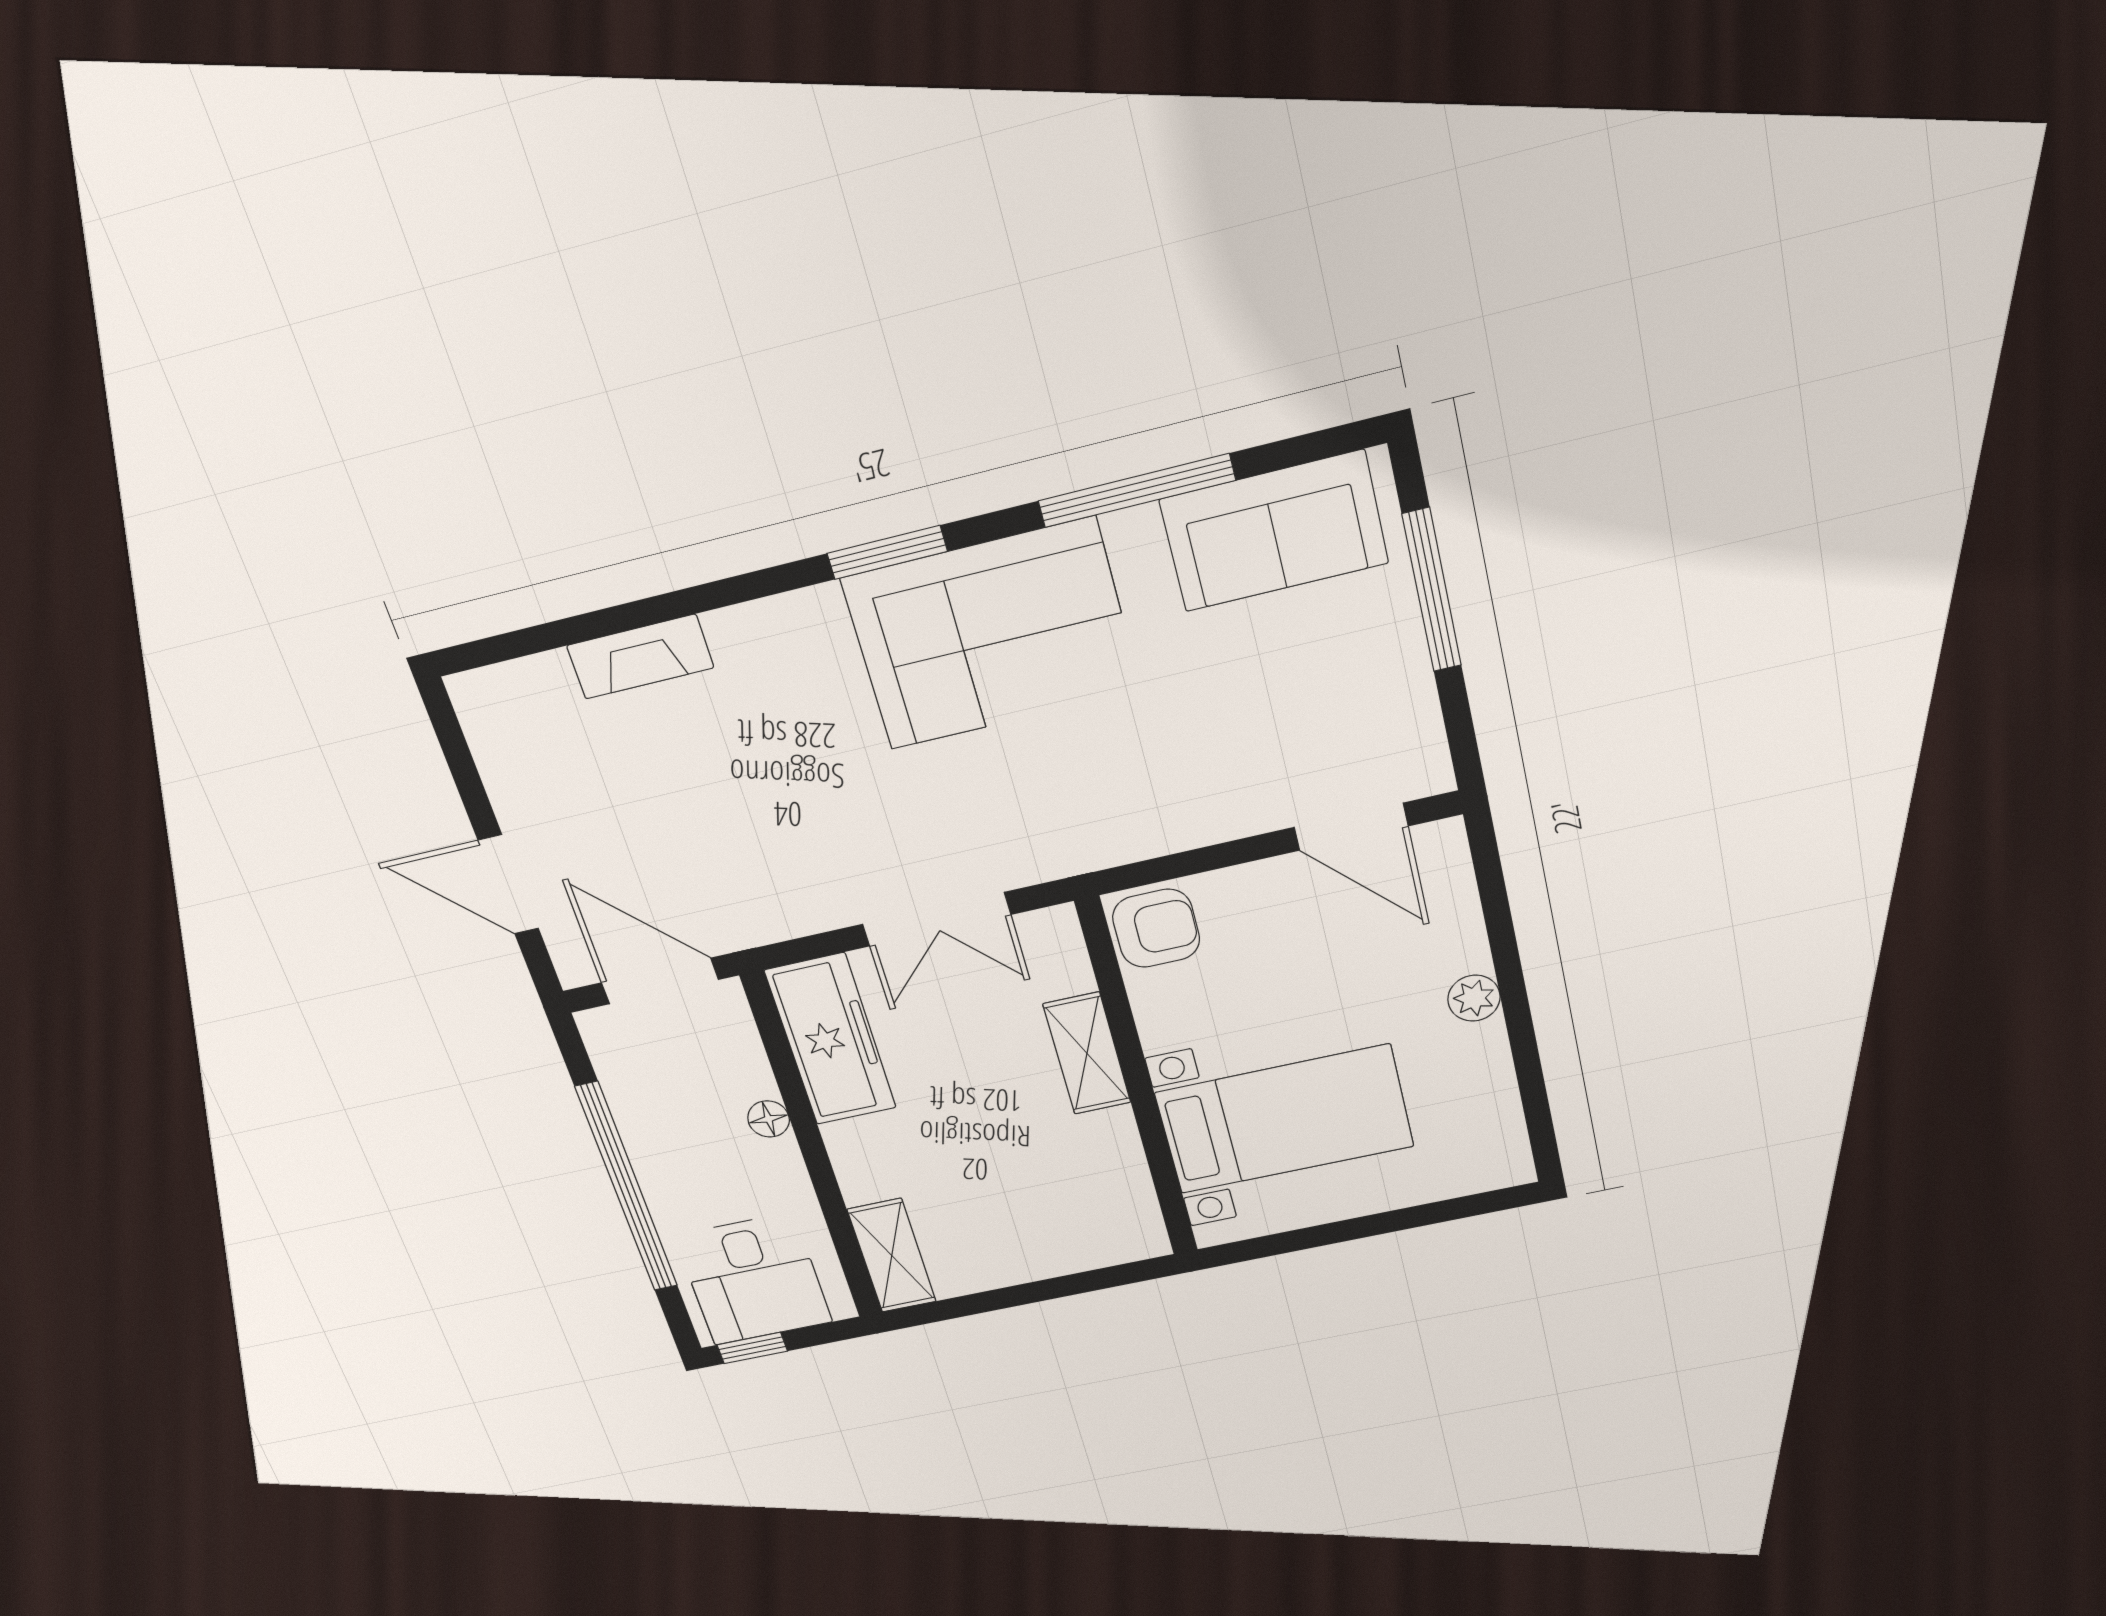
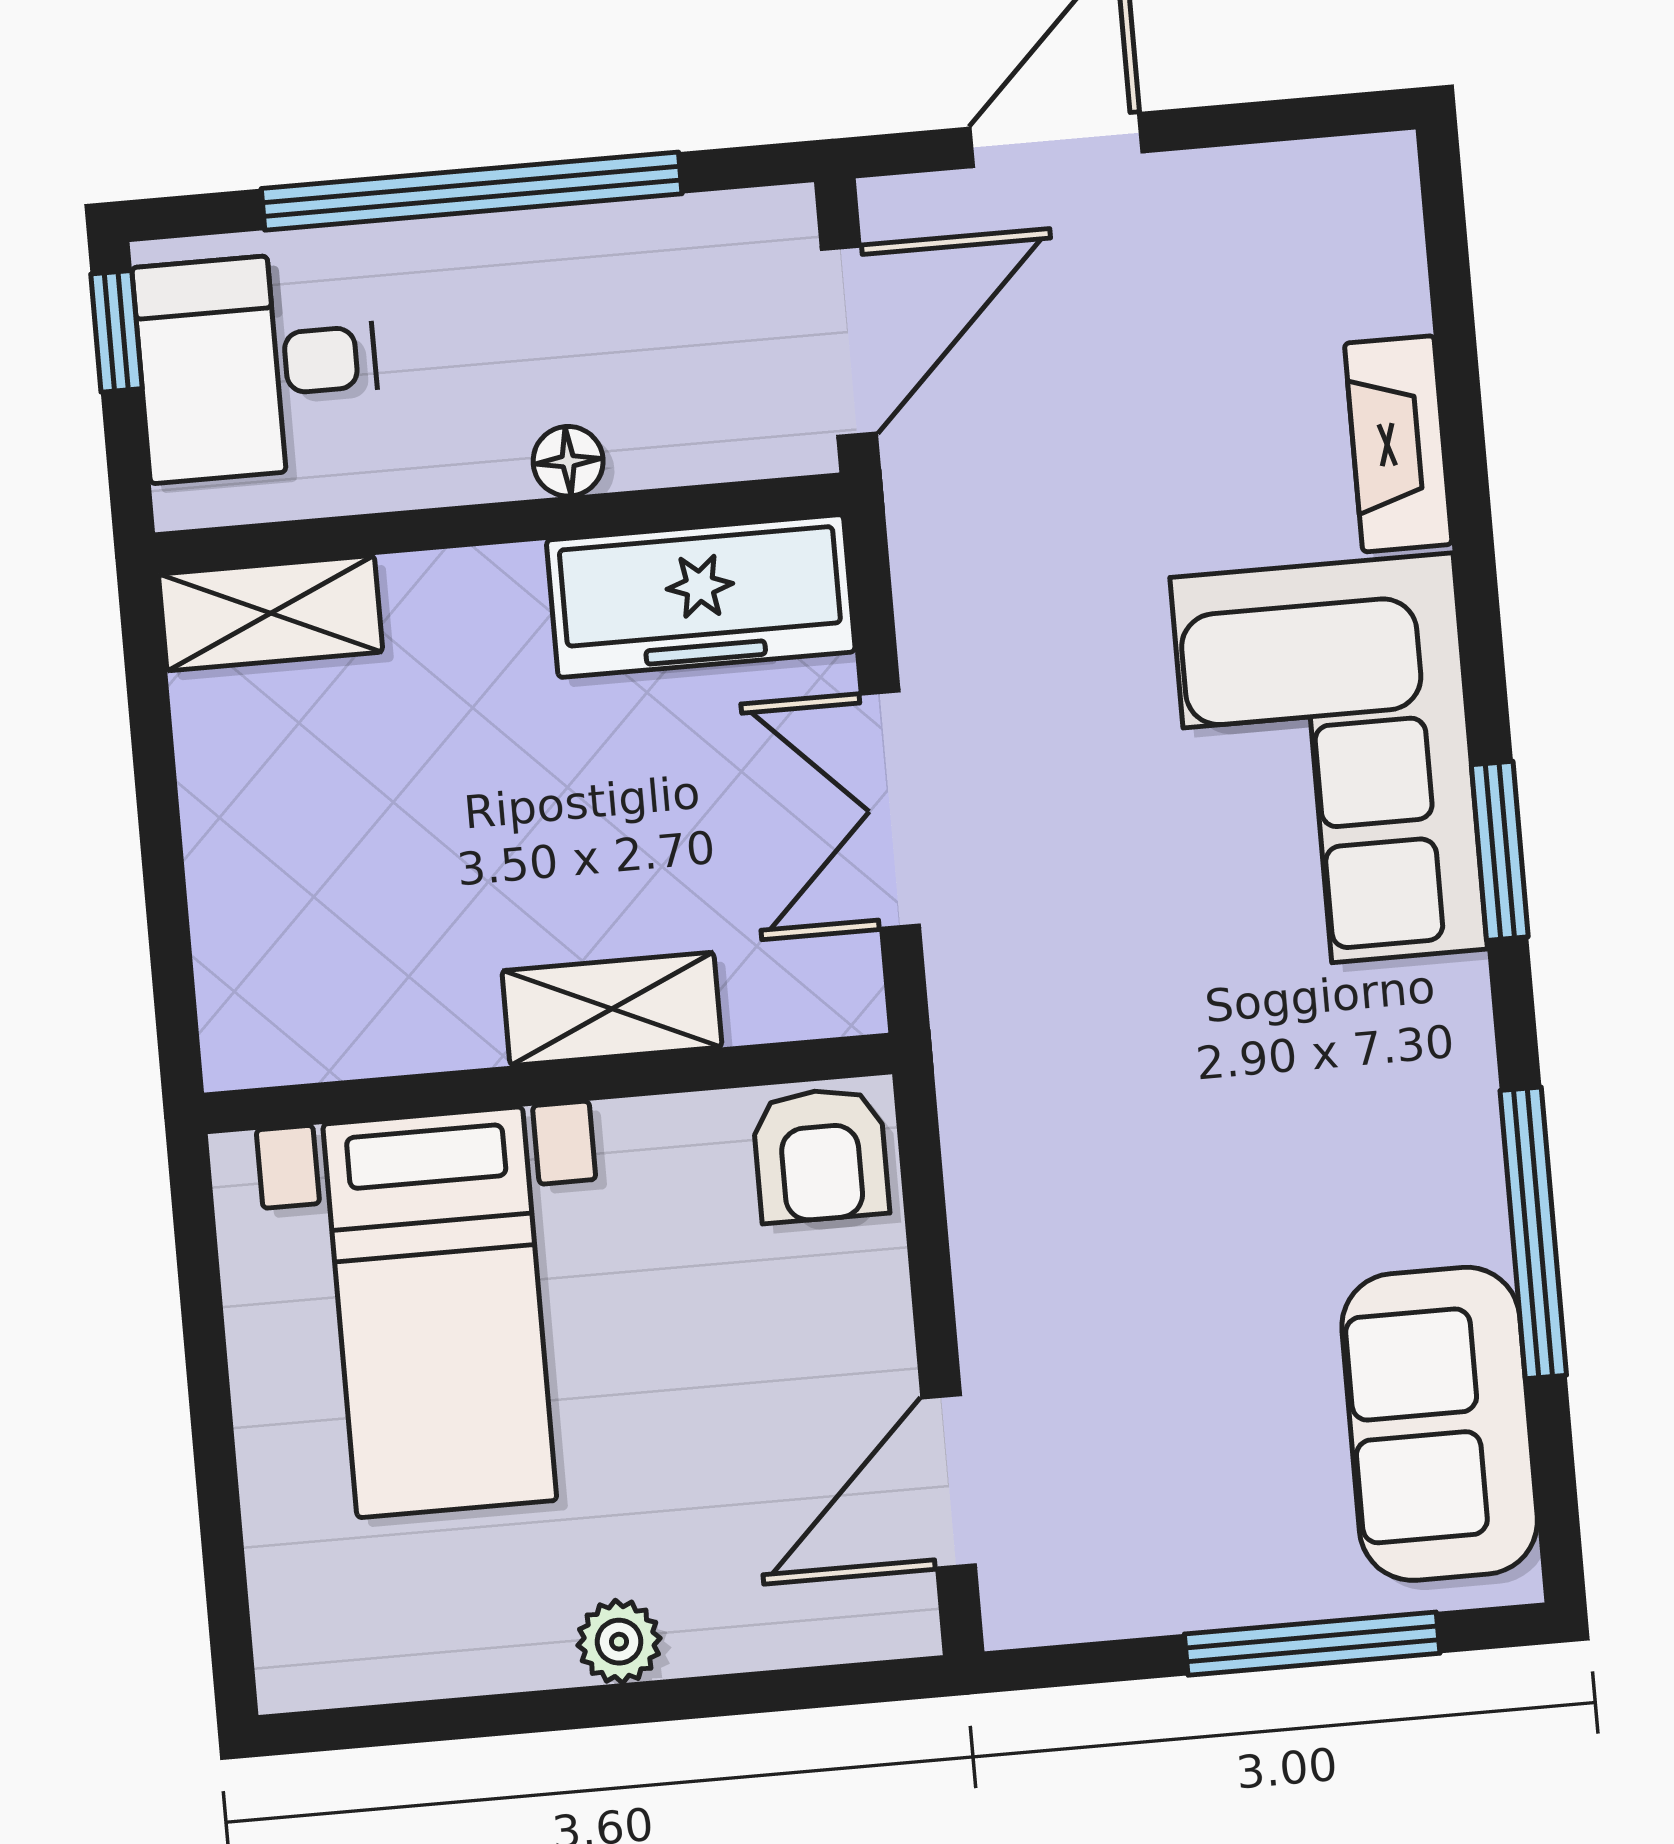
corner sofa: (992, 635) -> (1329, 763), moved

